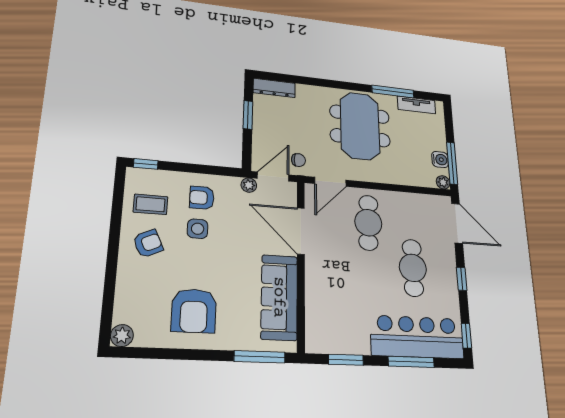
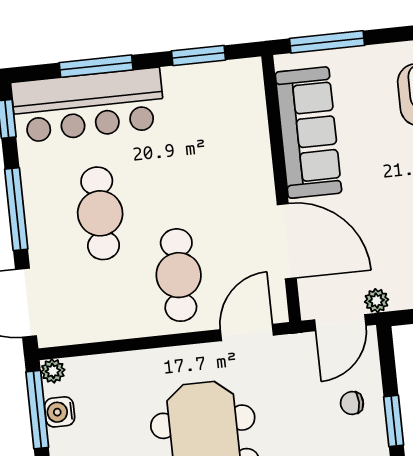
chair: (298, 160) -> (352, 403), moved
window: (462, 279) -> (16, 209), width x2.17

